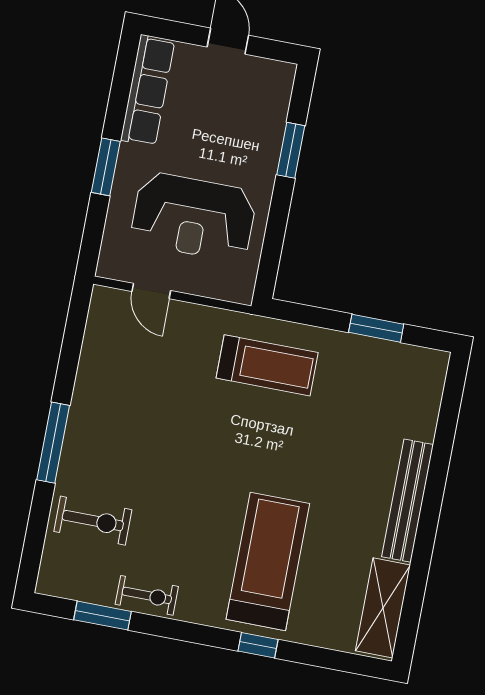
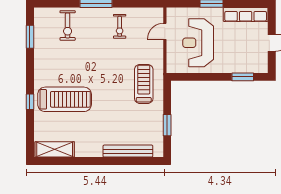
window: (291, 150) -> (243, 77), moved
treadmill: (267, 365) -> (144, 84), turned 180
bench: (408, 501) -> (128, 151), moved
exercise bike: (147, 595) -> (120, 26), moved

